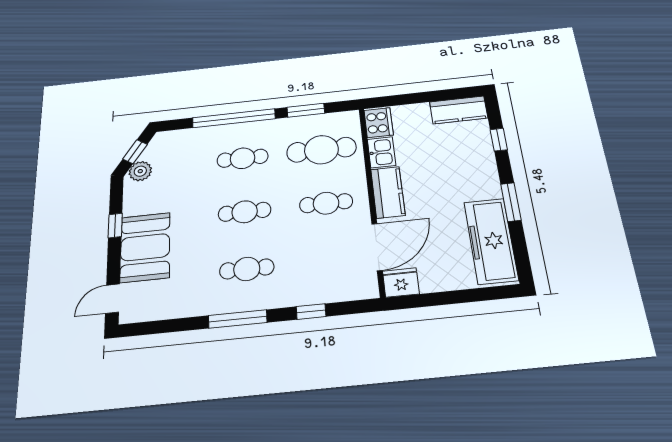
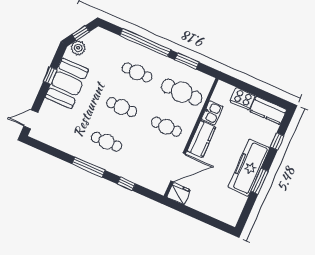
cooker: (379, 123) -> (243, 99), moved, turned 90
freezer: (491, 241) -> (249, 167), moved
booth: (145, 247) -> (67, 83), moved

